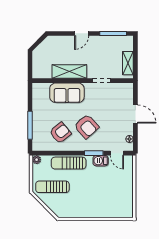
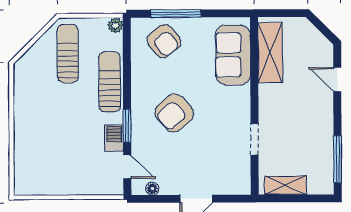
door: (82, 33) -> (337, 79), moved
shelving: (69, 72) -> (270, 53), moved
sofa: (67, 93) -> (233, 55), moved
armchair: (60, 133) -> (164, 41), moved
door: (117, 153) -> (127, 167), swing flipped

